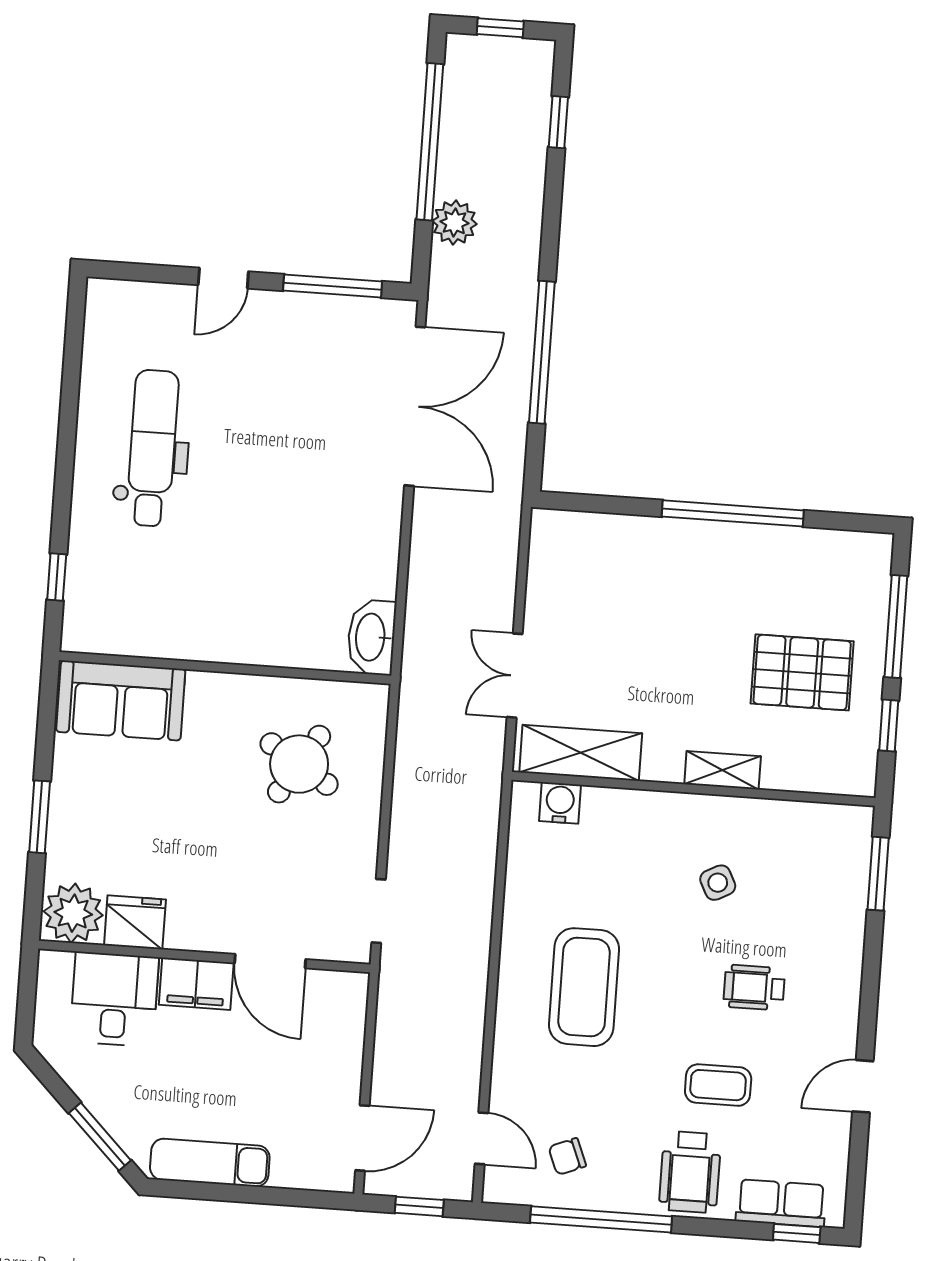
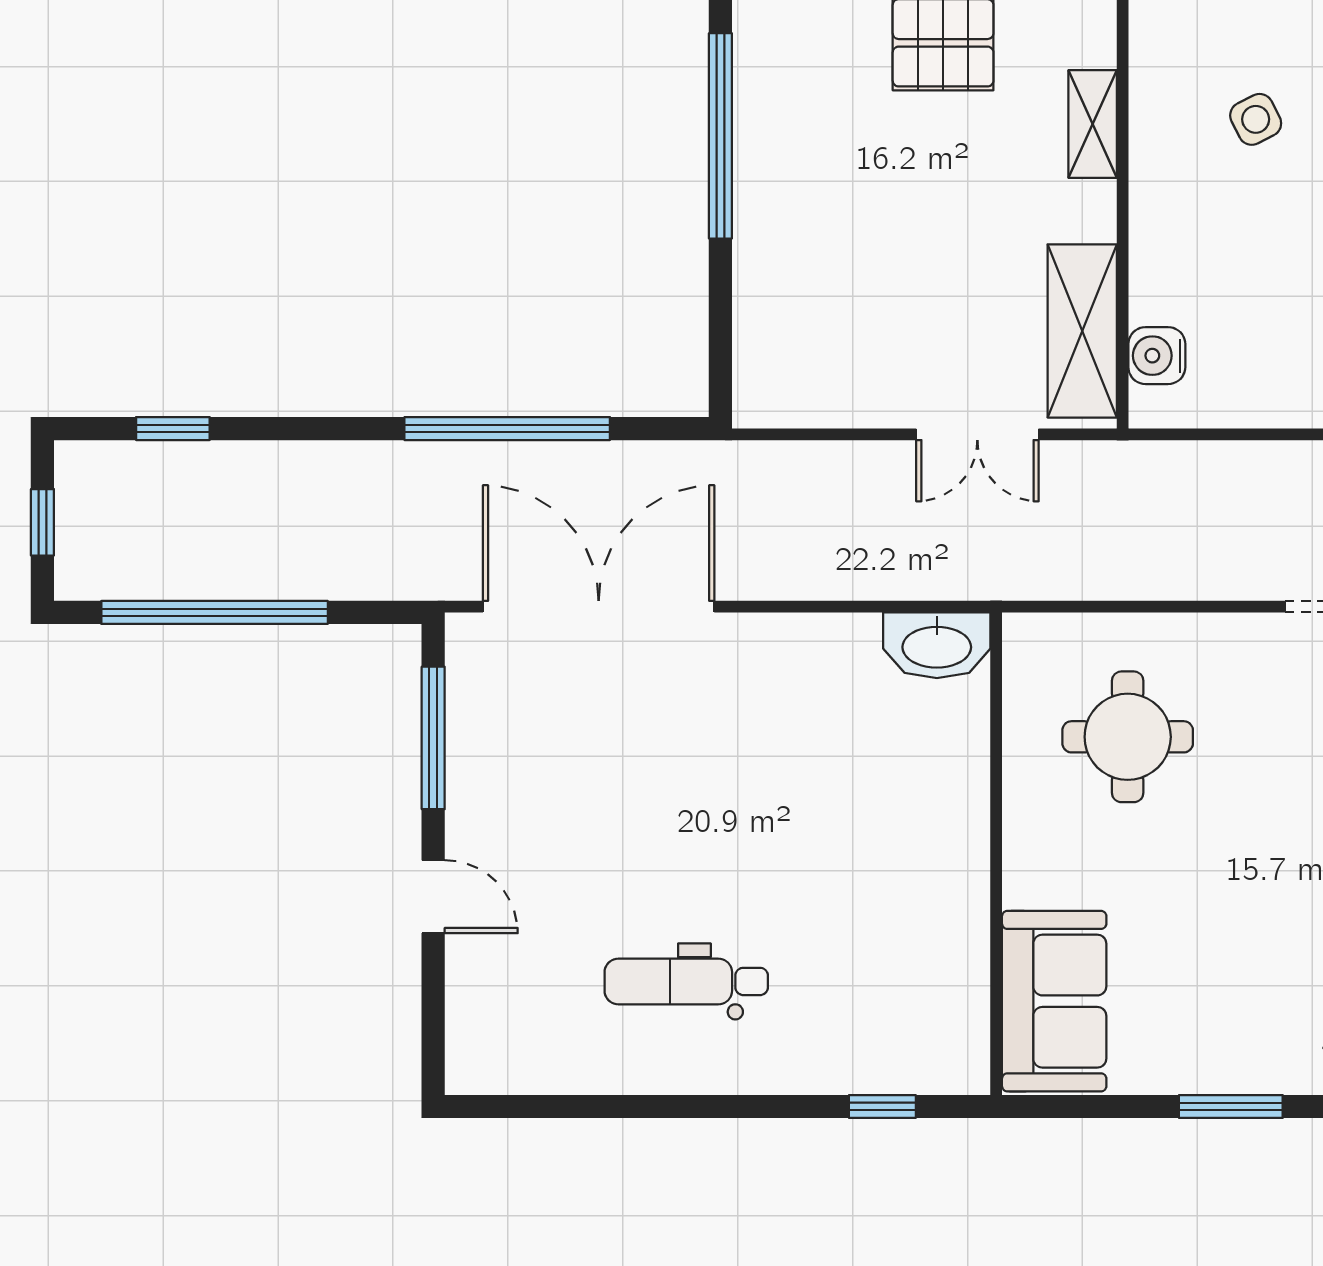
plant: (454, 222) -> (329, 568), removed
dental chair: (152, 448) -> (686, 981), width x0.73, depth x0.72
round table: (299, 764) -> (1128, 737), turned -32

